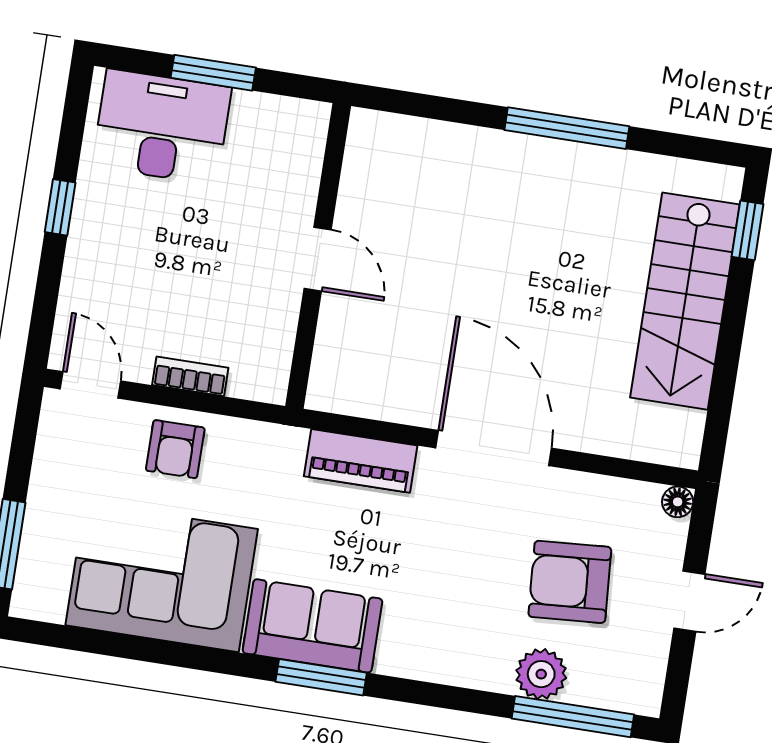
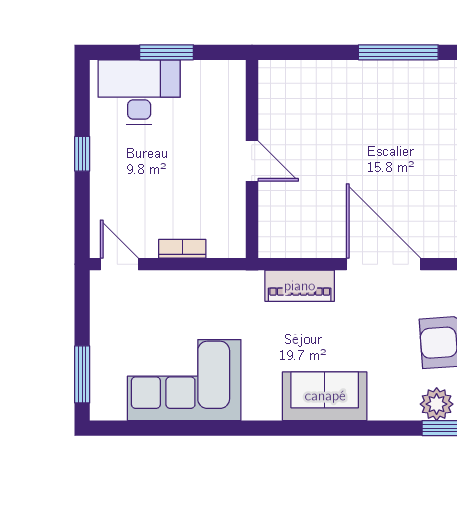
armchair: (175, 449) -> (180, 297), removed
sofa: (312, 626) -> (325, 396), moved
window: (321, 677) -> (296, 428), removed

